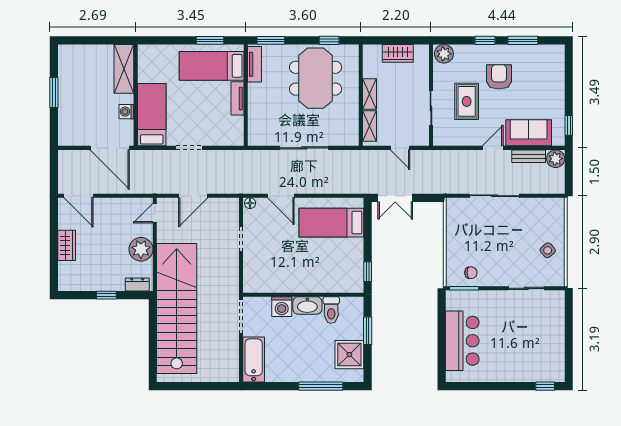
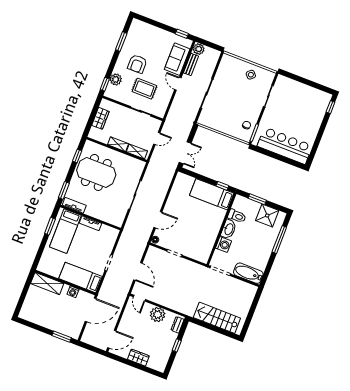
window: (485, 40) -> (105, 84), moved
plant: (444, 54) -> (116, 79), moved
armchair: (499, 77) -> (137, 64), turned -90
window: (54, 93) -> (62, 337), moved
bed: (331, 223) -> (212, 194), moved, turned 90
stairs: (177, 309) -> (217, 318), width x0.54, depth x0.66
bar counter: (462, 341) -> (285, 146), width x1.36

